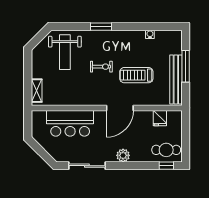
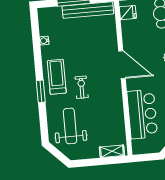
weight bench: (65, 52) -> (70, 126), turned -90
treadmill: (136, 75) -> (57, 77), moved, turned 180
fridge: (160, 118) -> (128, 13), moved

